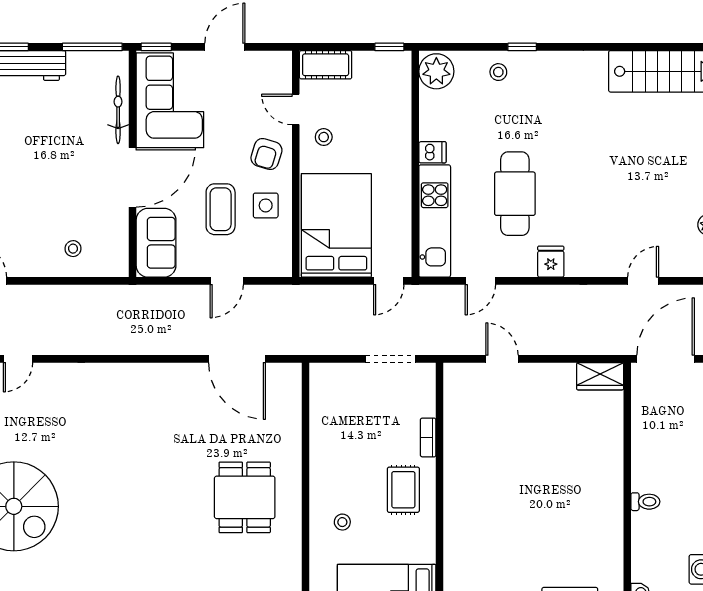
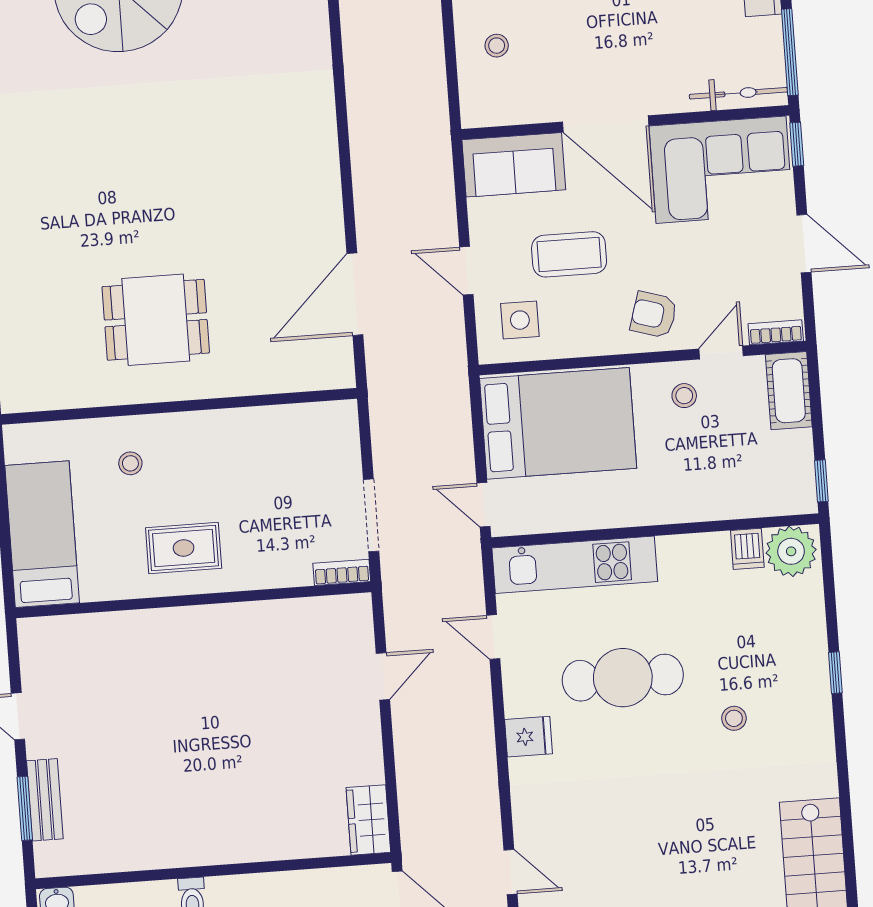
bookcase: (285, 71) -> (776, 332), added
stool: (498, 72) -> (734, 718), moved
bicycle: (118, 110) -> (738, 93), moved
dishwasher: (432, 152) -> (747, 549), moved
side table: (266, 205) -> (520, 320), moved
bookcase: (428, 437) -> (342, 572), moved

